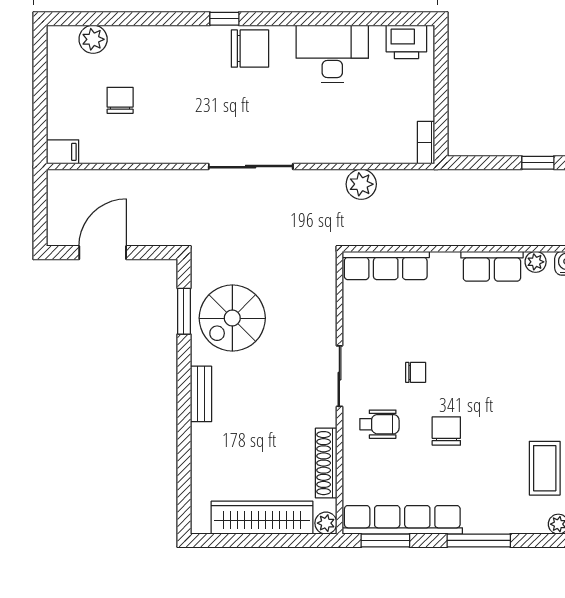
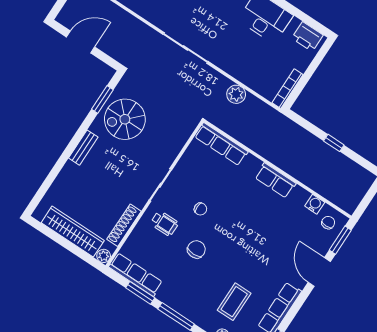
bookcase: (426, 143) -> (287, 89), width x1.56
plant: (536, 262) -> (299, 193), removed
row of seats: (402, 520) -> (136, 275), width x0.73
window: (385, 540) -> (140, 293), moved

